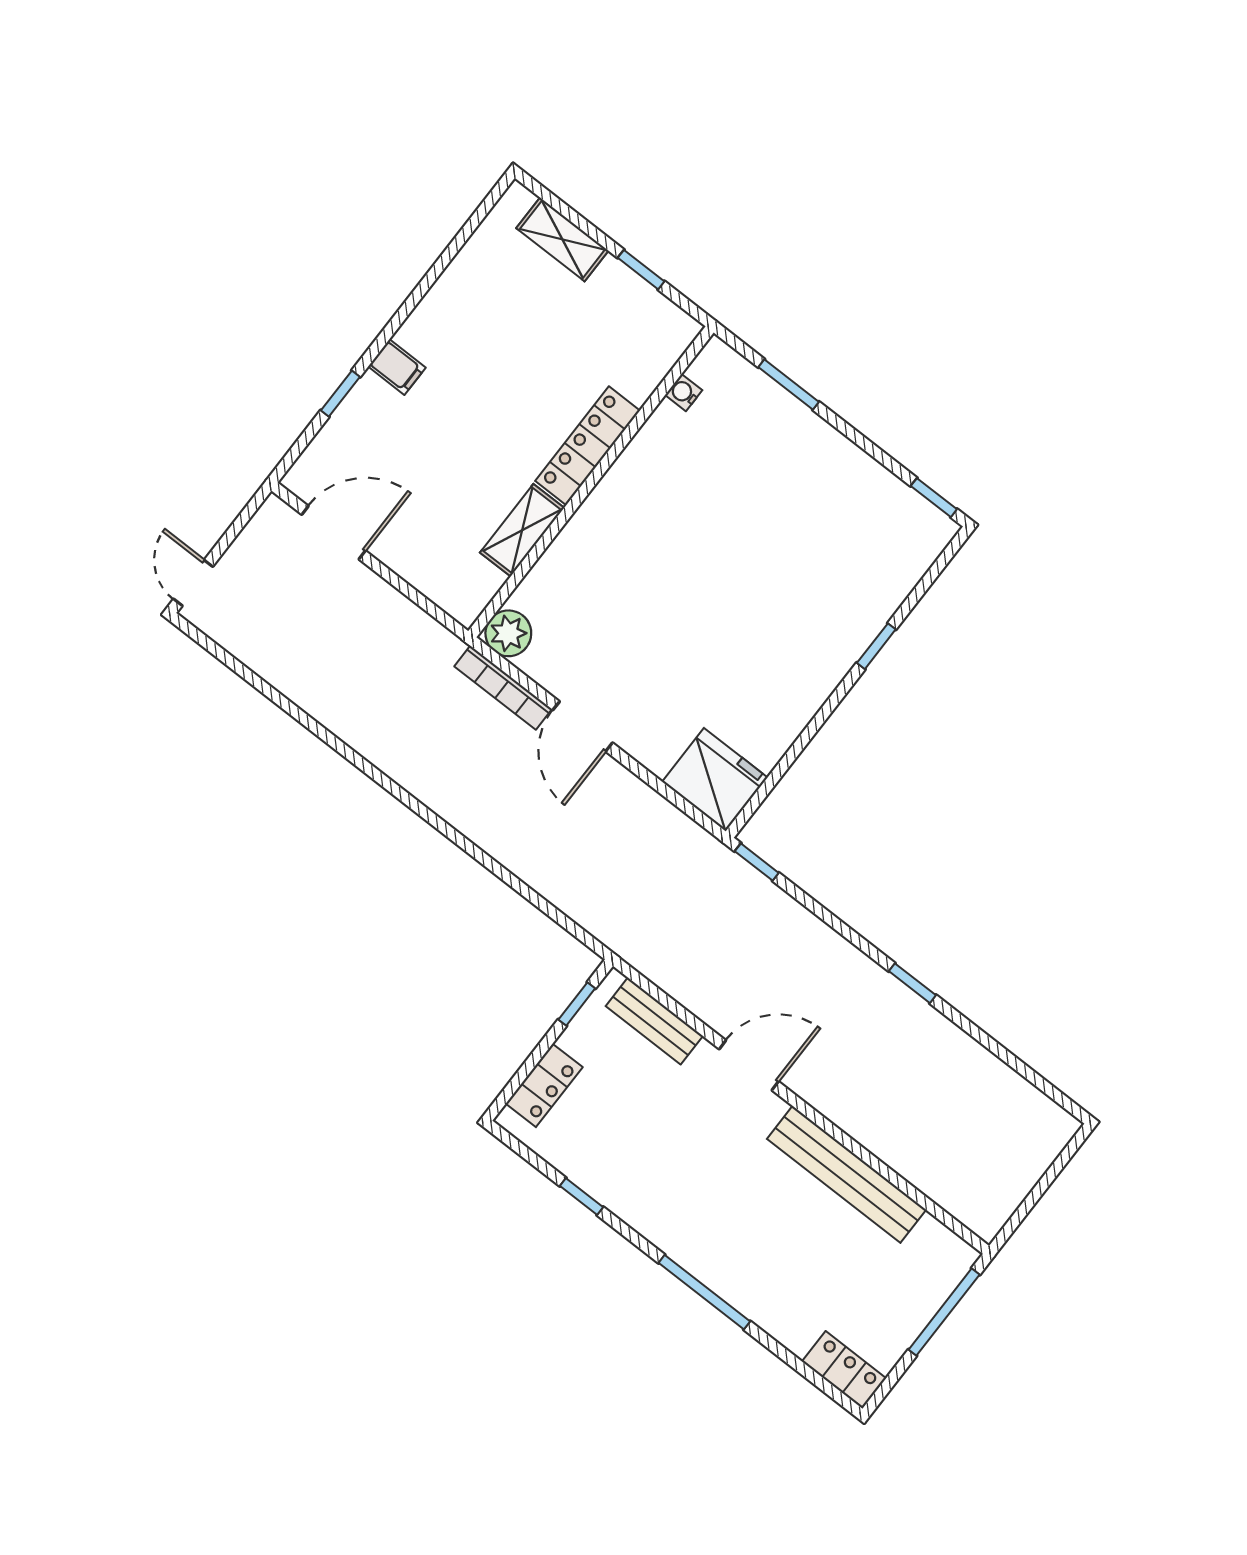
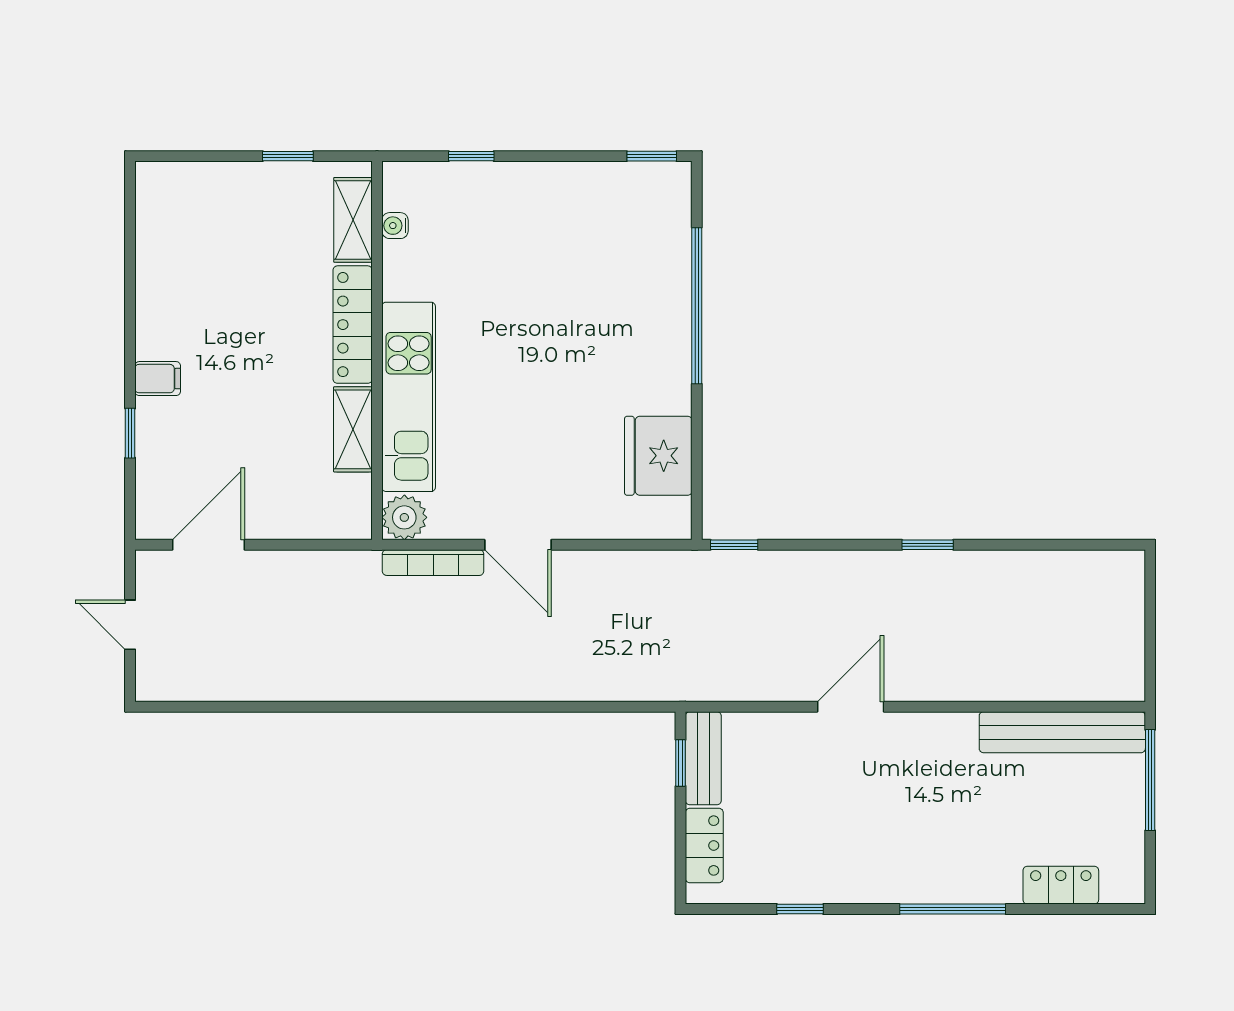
shelving: (562, 239) -> (353, 220), moved, turned 90
window: (789, 384) -> (471, 156), width x0.67
kitchen unit: (587, 539) -> (409, 397), added
door: (193, 583) -> (130, 625), moved
window: (876, 646) -> (697, 306), width x3.17
fridge: (715, 780) -> (658, 456), moved, turned -90
bench: (654, 1021) -> (703, 758), moved, turned 90
bench: (847, 1174) -> (1062, 732), moved
locker: (844, 1370) -> (1061, 885), moved

